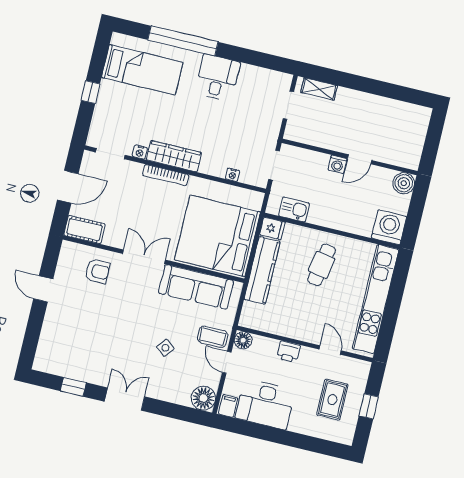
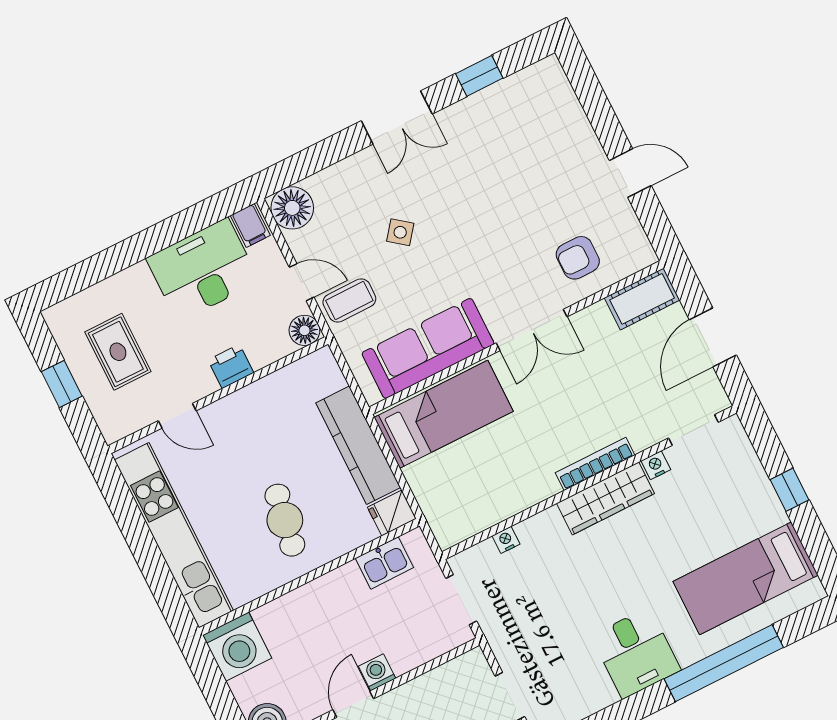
bed: (217, 236) -> (444, 414), width x0.49

